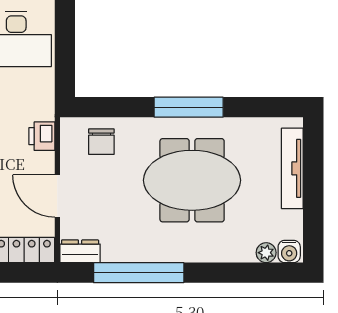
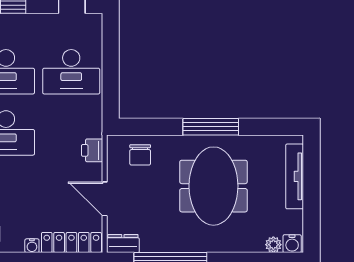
meeting table: (192, 180) -> (213, 186), turned 90

